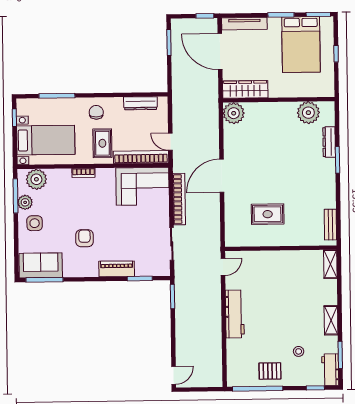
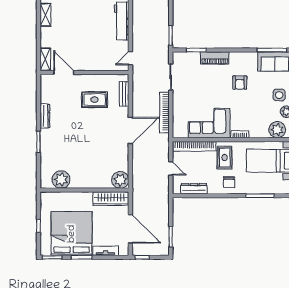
tv unit: (244, 24) -> (106, 251), width x0.71
bed: (301, 45) -> (72, 234), width x1.36
door: (170, 142) -> (171, 168), moved
dresser: (329, 142) -> (45, 116), moved
corner sofa: (143, 186) -> (209, 123), moved
bench: (330, 225) -> (124, 94), moved
door: (307, 248) -> (64, 72), added

